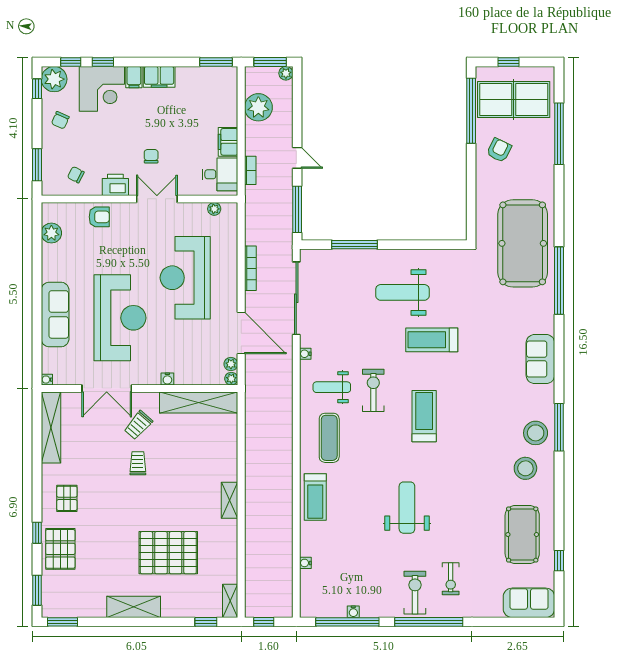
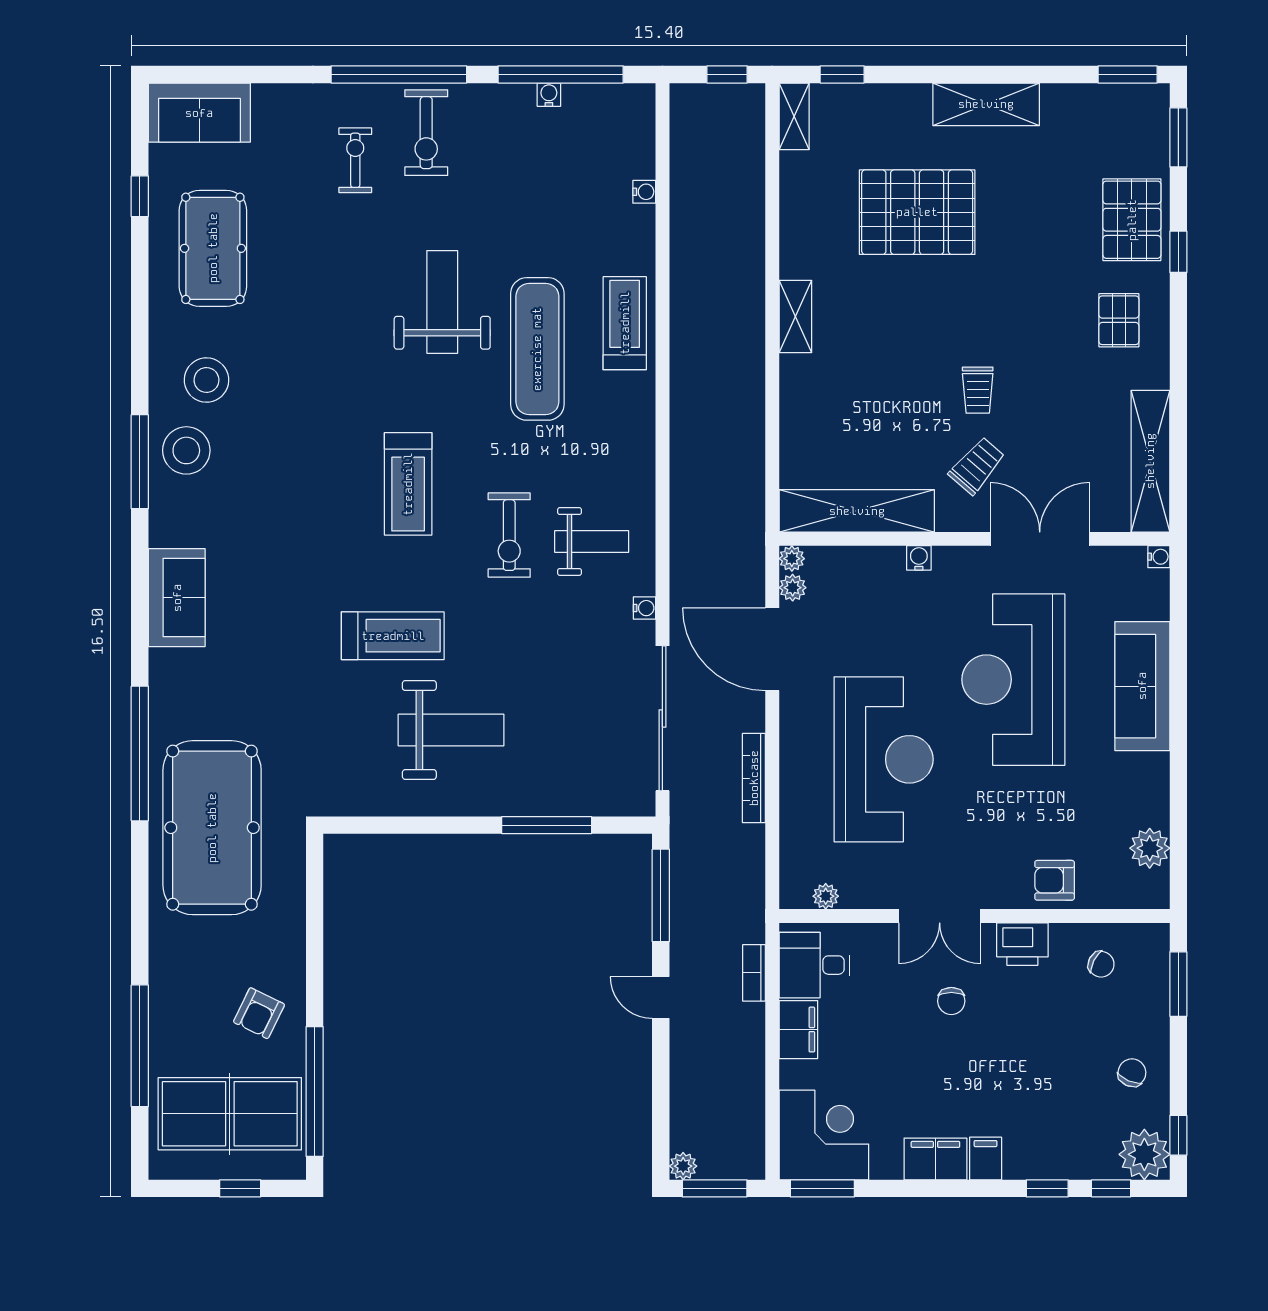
corner desk: (102, 89) -> (824, 1135), moved, turned 90
plant: (258, 107) -> (738, 1098), removed
exercise mat: (329, 438) -> (537, 349), moved, width x1.36, depth x1.45
weight bench: (407, 508) -> (442, 302), turned 180

